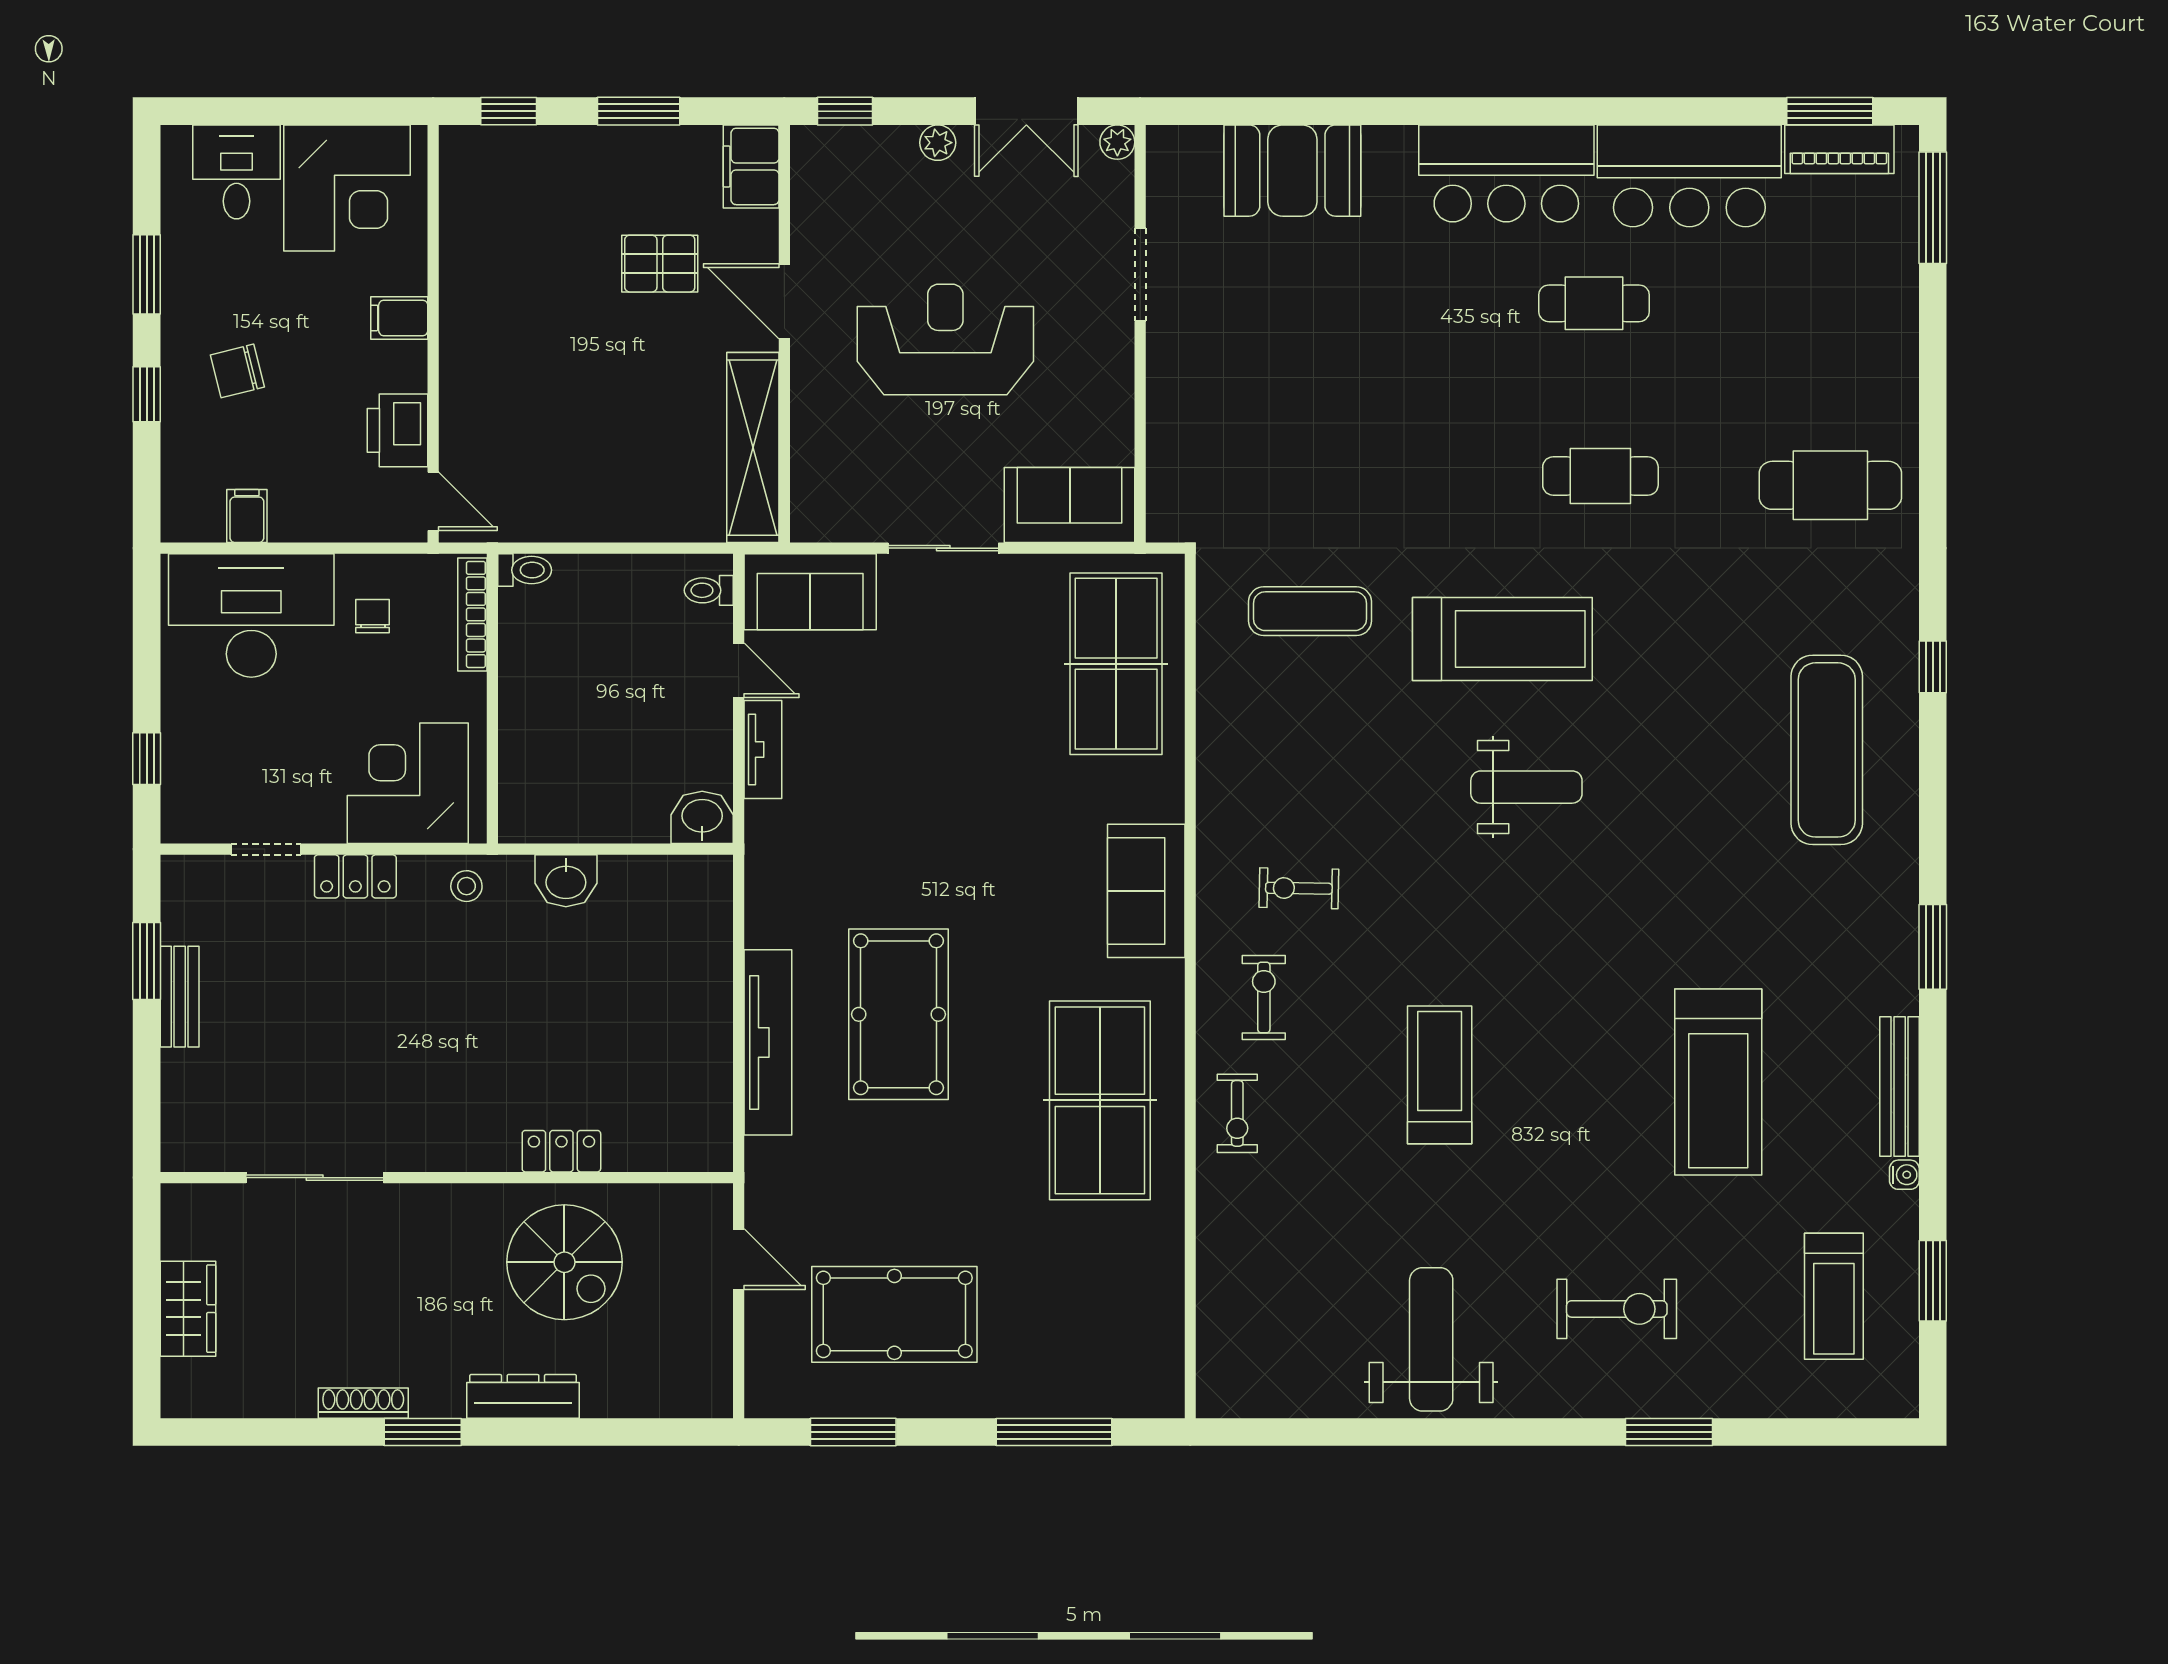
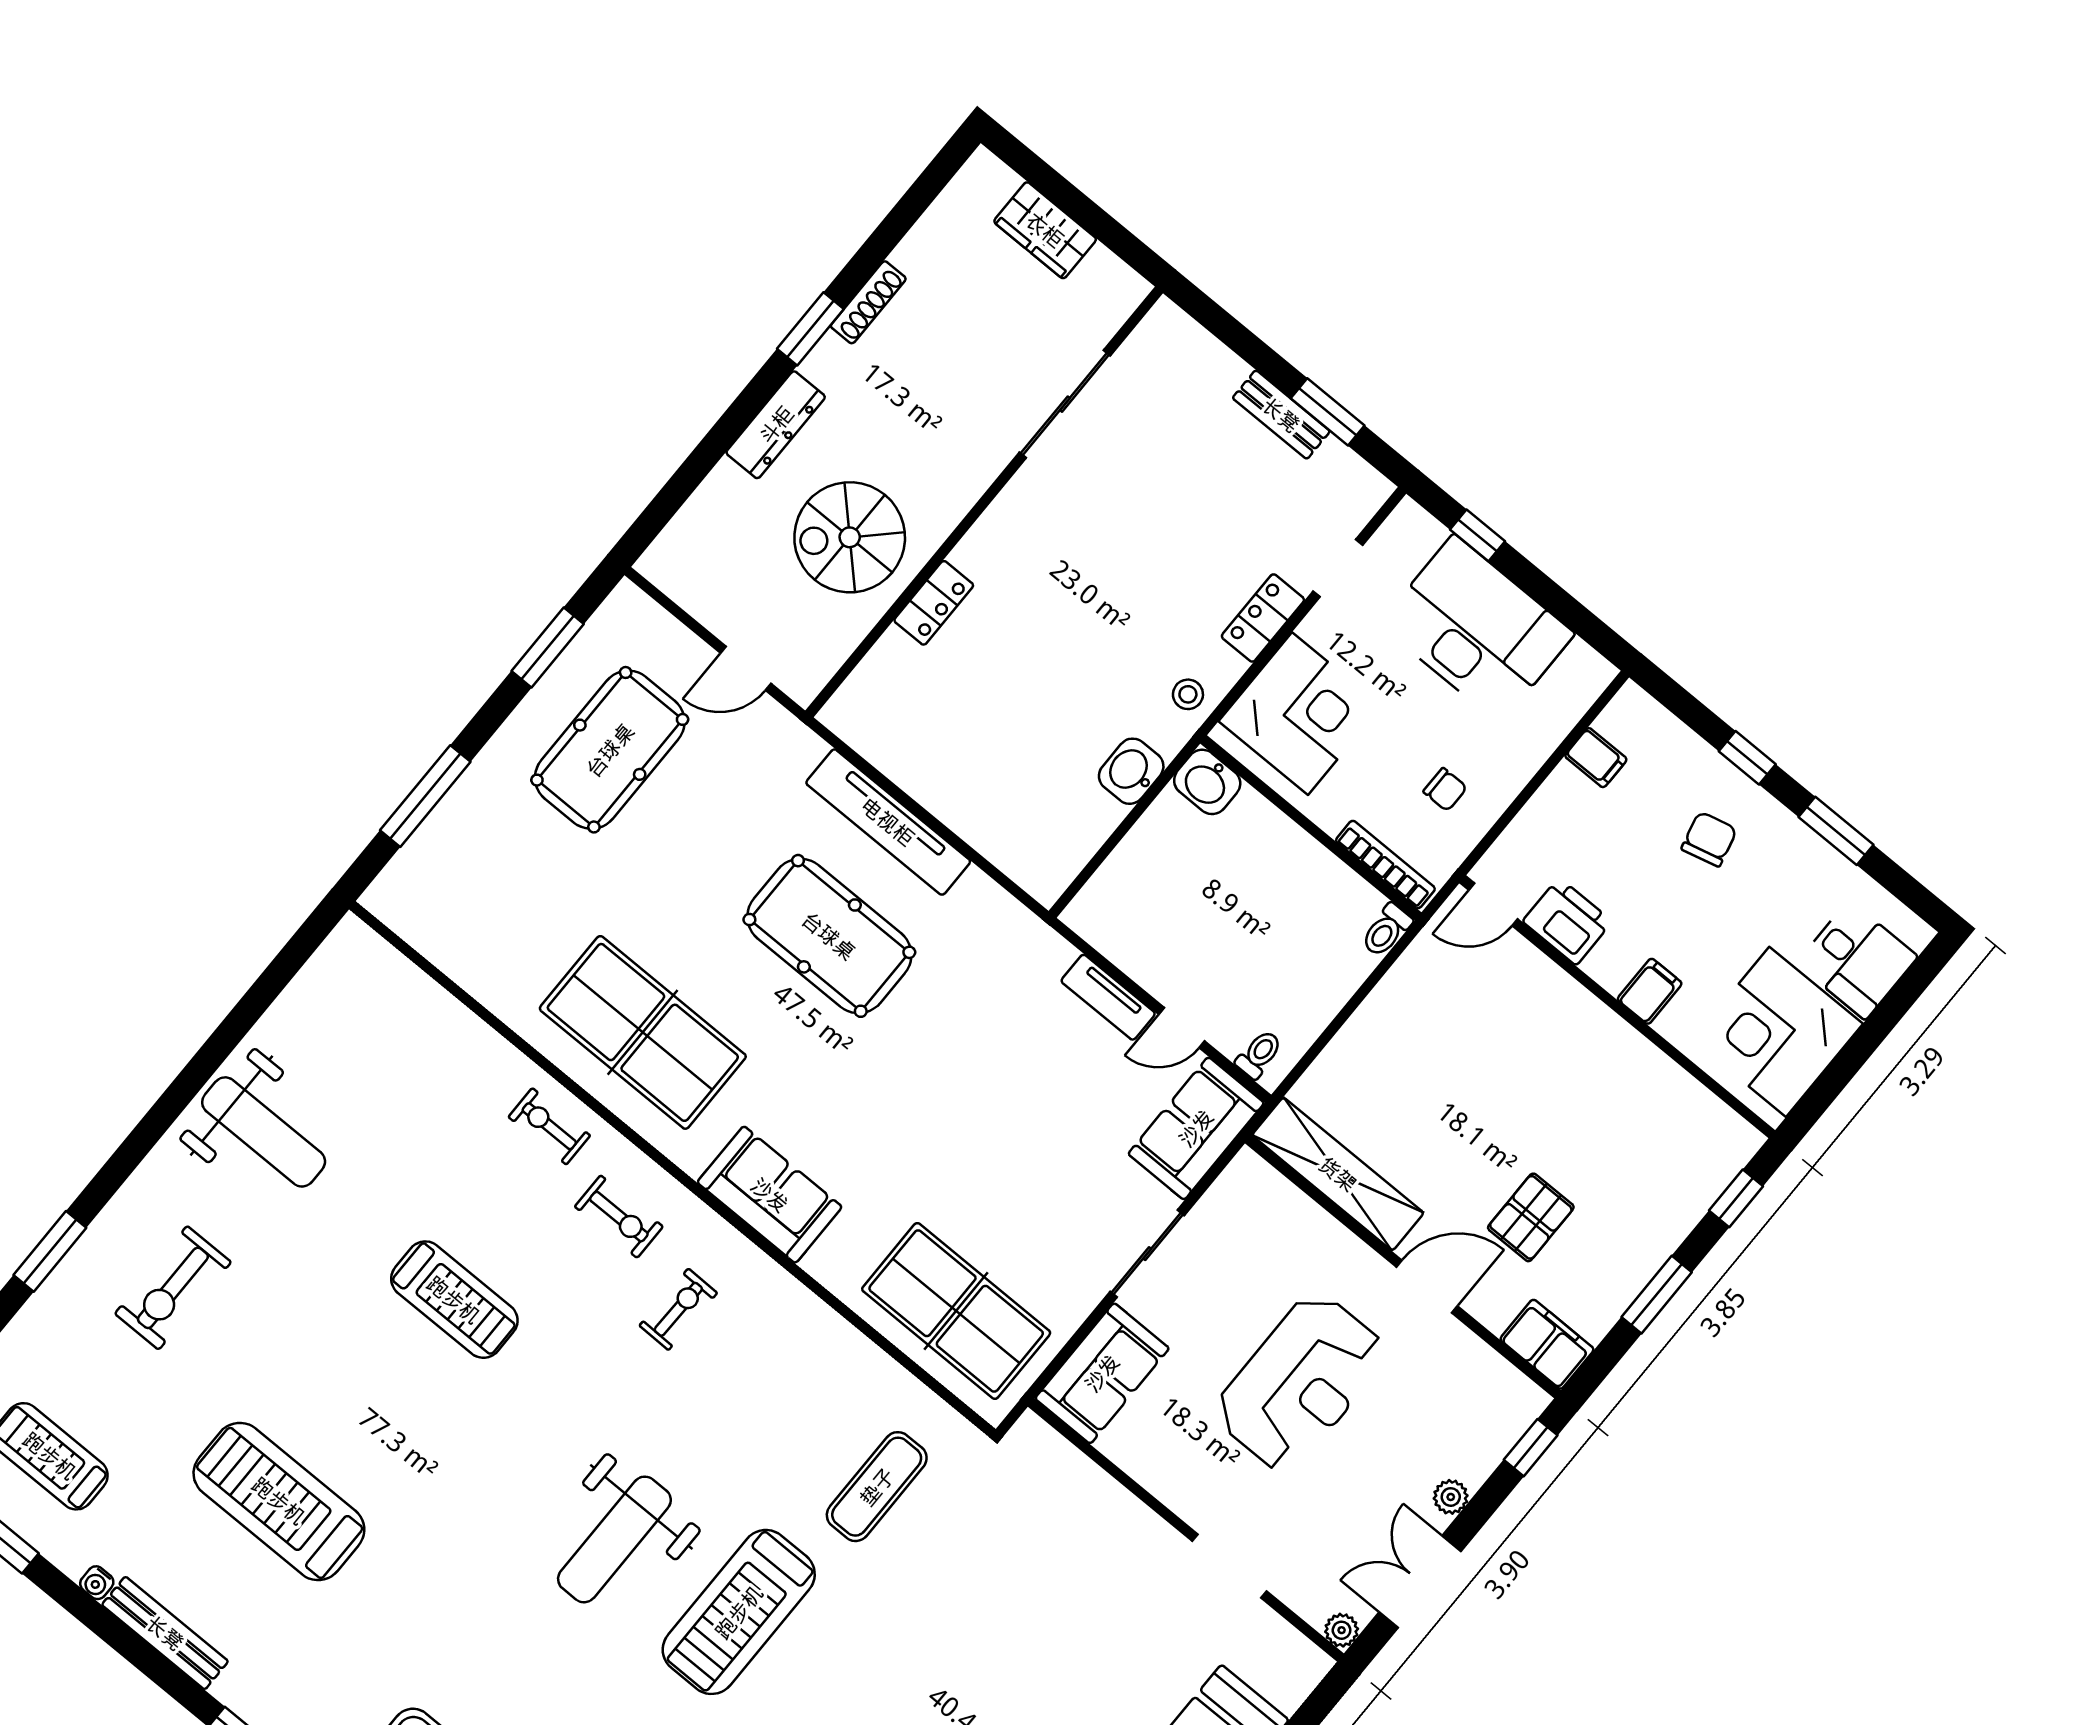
desk: (251, 615) -> (1477, 629), moved, turned -90
weight bench: (1526, 787) -> (614, 1539), width x1.36, depth x1.33
washbasin: (702, 817) -> (1207, 782), moved, turned 90

